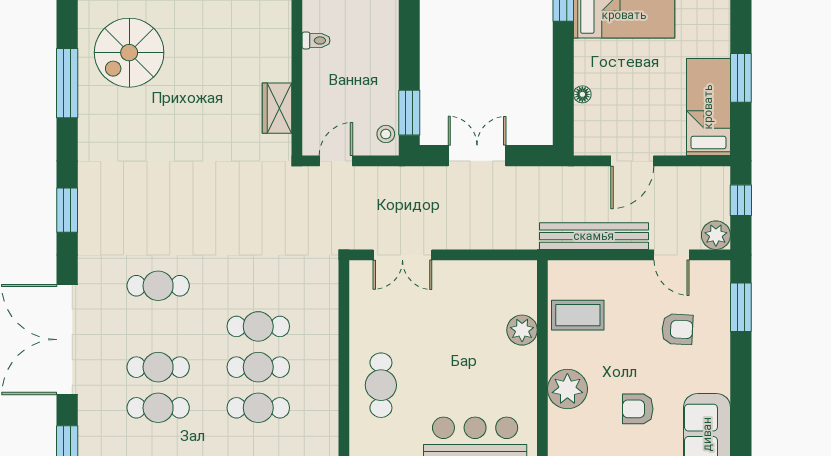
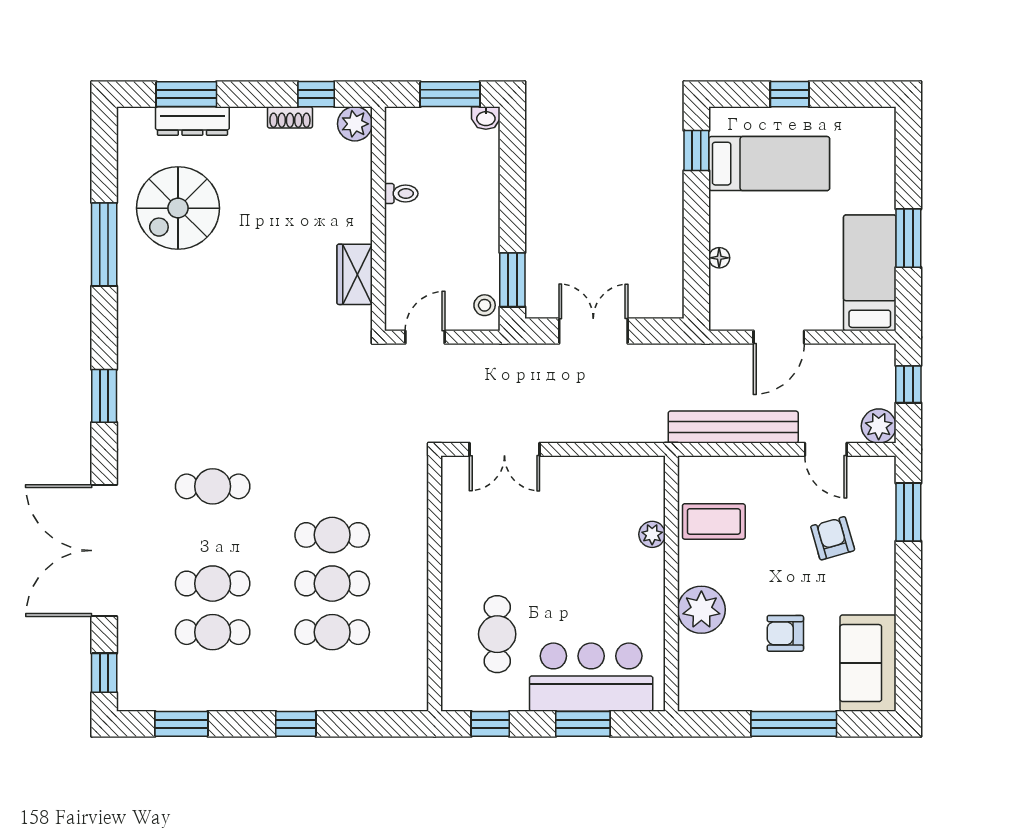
armchair: (677, 329) -> (833, 538), turned -109
plant: (522, 330) -> (652, 534), width x0.73, depth x0.73
cafe table: (381, 385) -> (497, 634), moved

